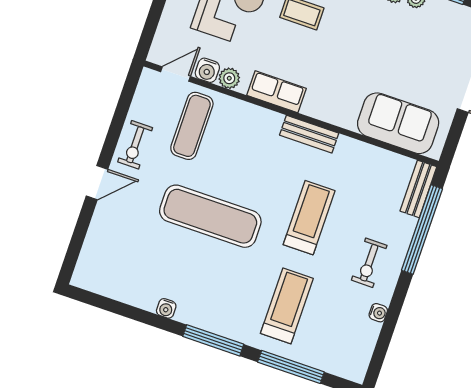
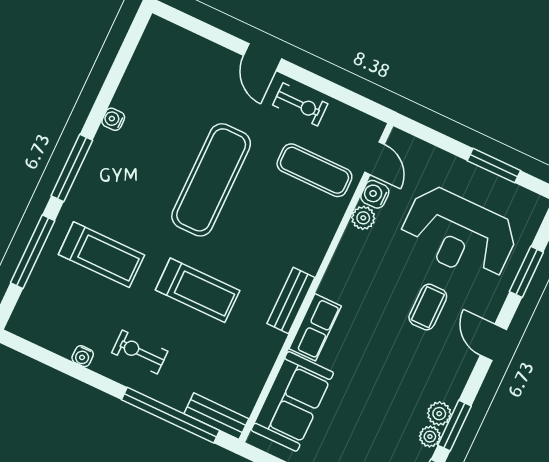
row of seats: (277, 92) -> (315, 327), moved
exercise bike: (135, 145) -> (300, 104), turned 180

